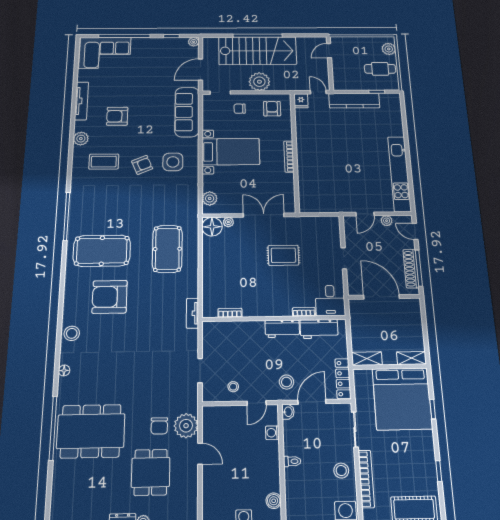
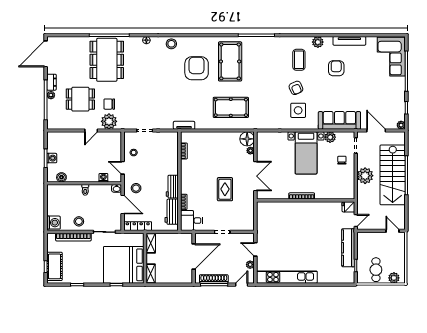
armchair: (272, 109) -> (342, 185), removed
plant: (210, 198) -> (330, 137), moved

